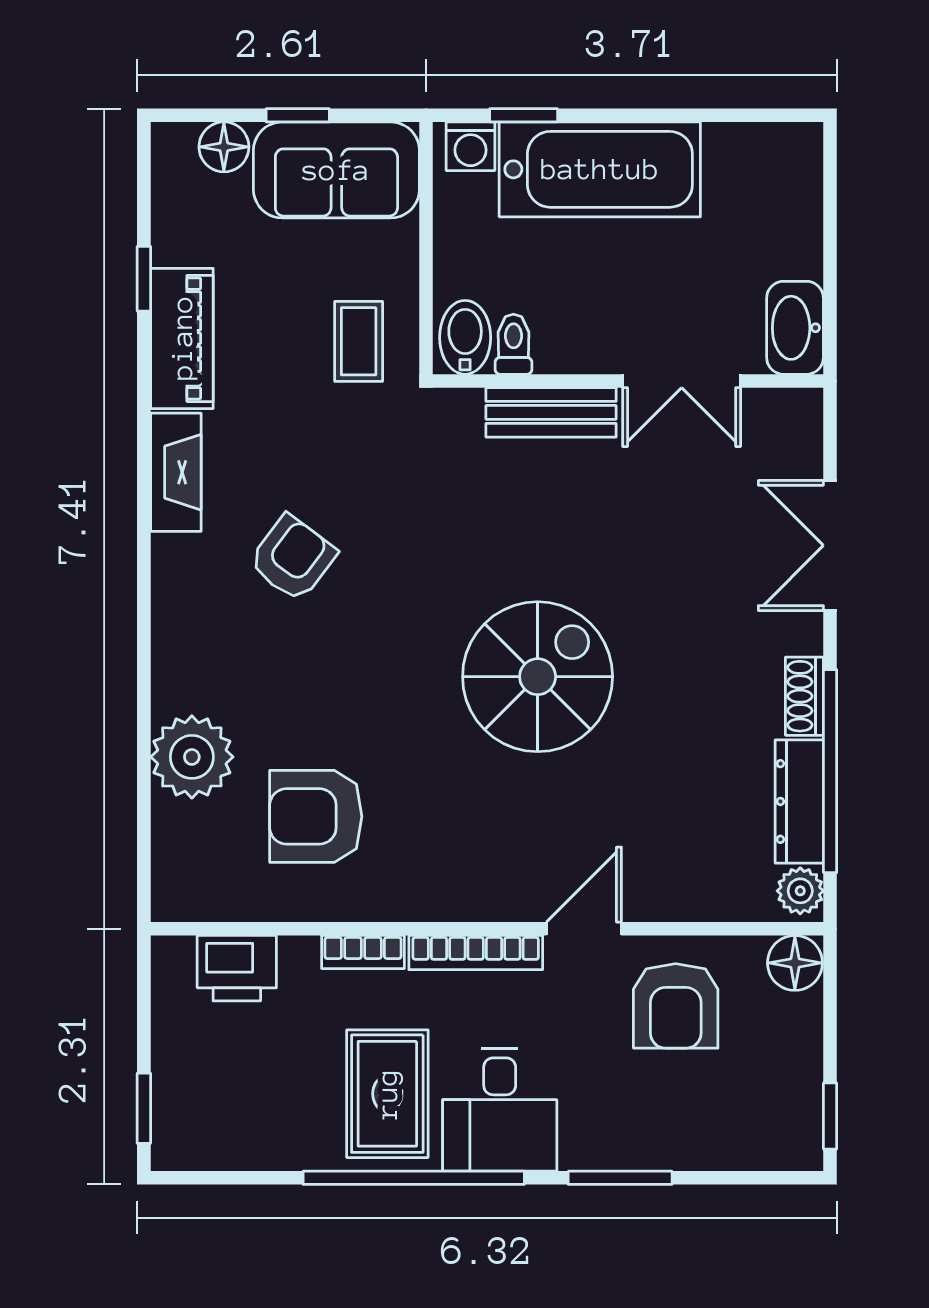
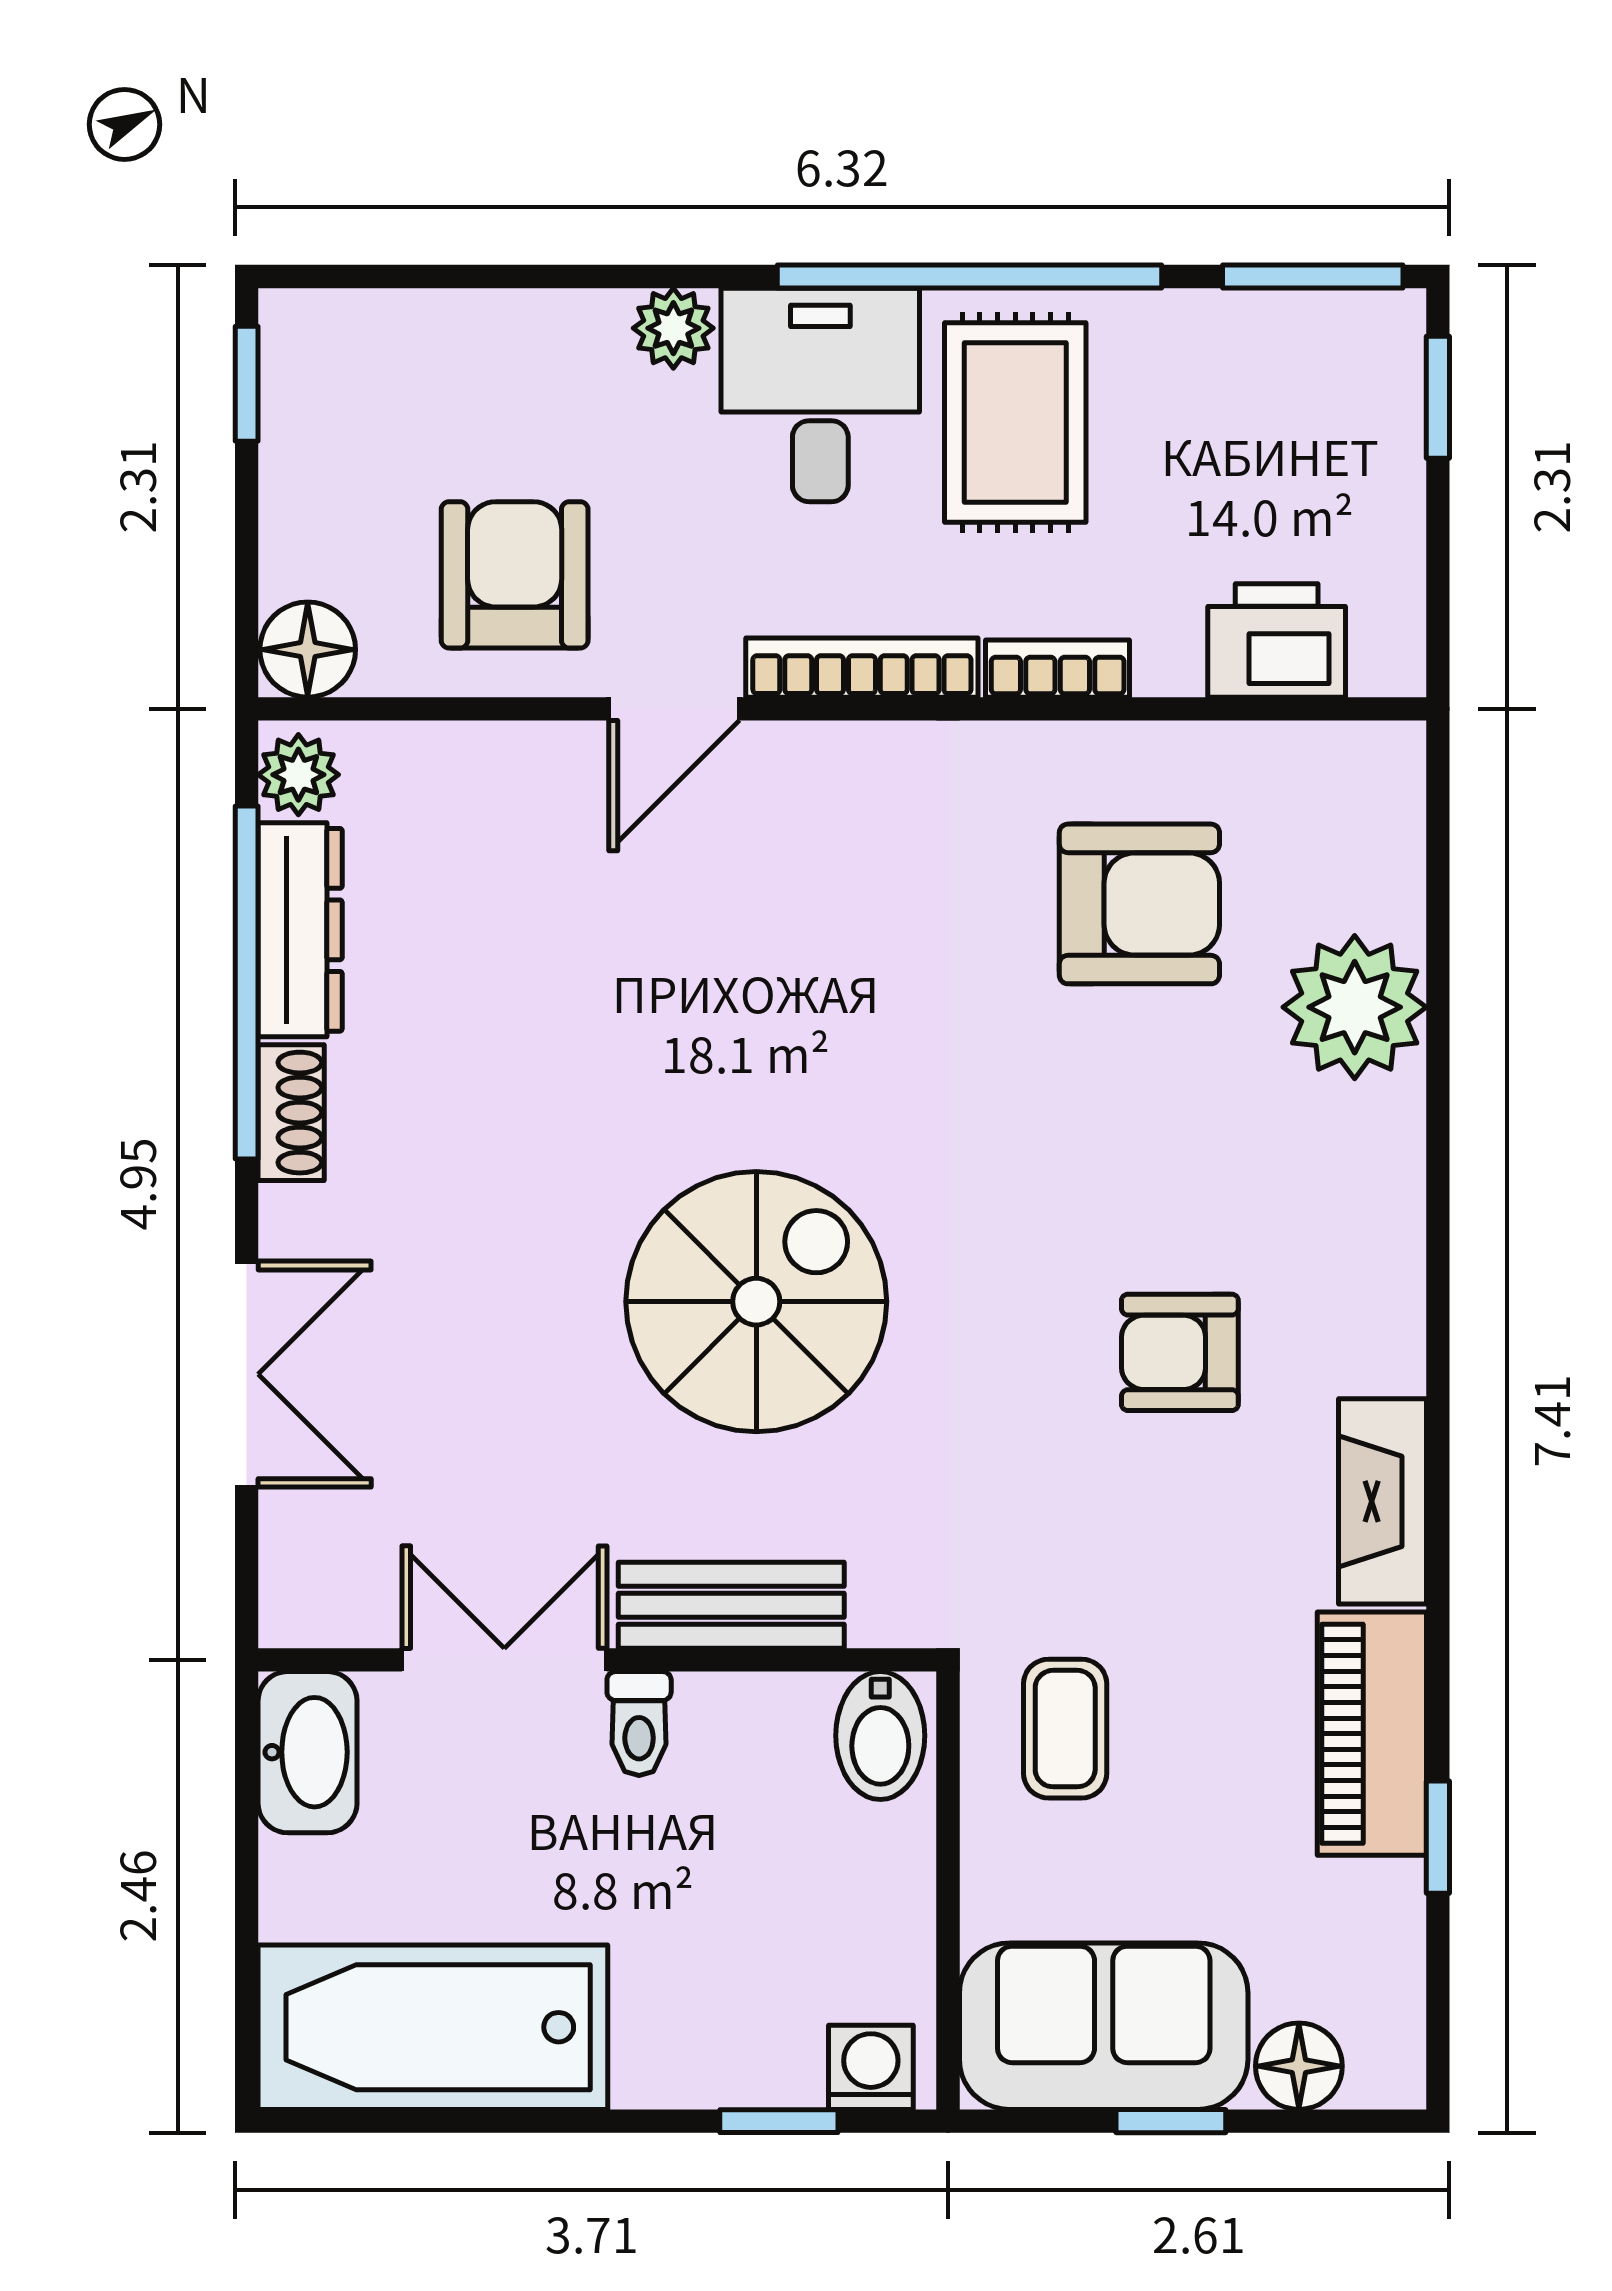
bathtub: (600, 169) -> (433, 2027), moved
toilet: (513, 344) -> (639, 1724), moved
armchair: (293, 558) -> (1180, 1352), turned 53
spiral stairs: (538, 677) -> (756, 1302), moved, turned 180
plant: (584, 1148) -> (673, 328), added
window: (620, 1178) -> (1313, 277), moved

